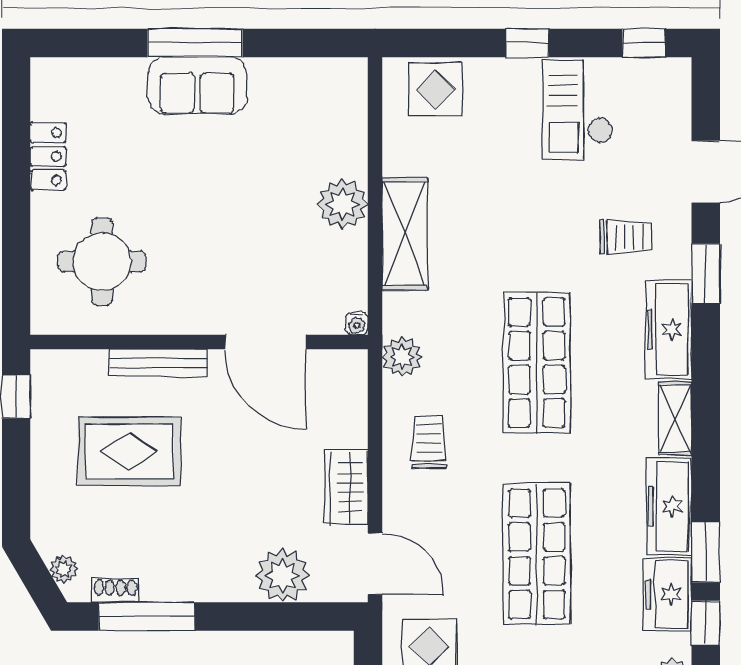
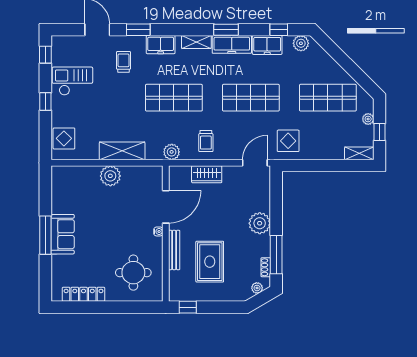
checkout: (578, 110) -> (72, 81), turned 180
locker: (48, 156) -> (84, 294), width x1.53
water cooler: (357, 324) -> (158, 231), moved
freezer: (669, 329) -> (161, 45), width x0.71
trolley: (429, 442) -> (206, 141), turned -90
wardrobe: (346, 487) -> (207, 174), moved
window: (706, 552) -> (226, 30), moved
plant: (283, 575) -> (260, 223), moved

